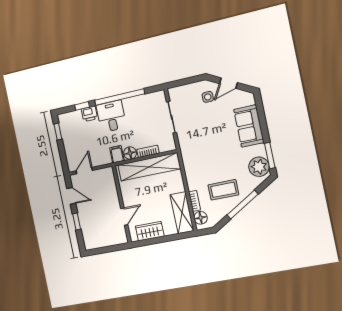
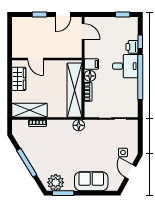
coffee table: (223, 190) -> (42, 149), removed
floor lamp: (201, 218) -> (79, 125), moved

